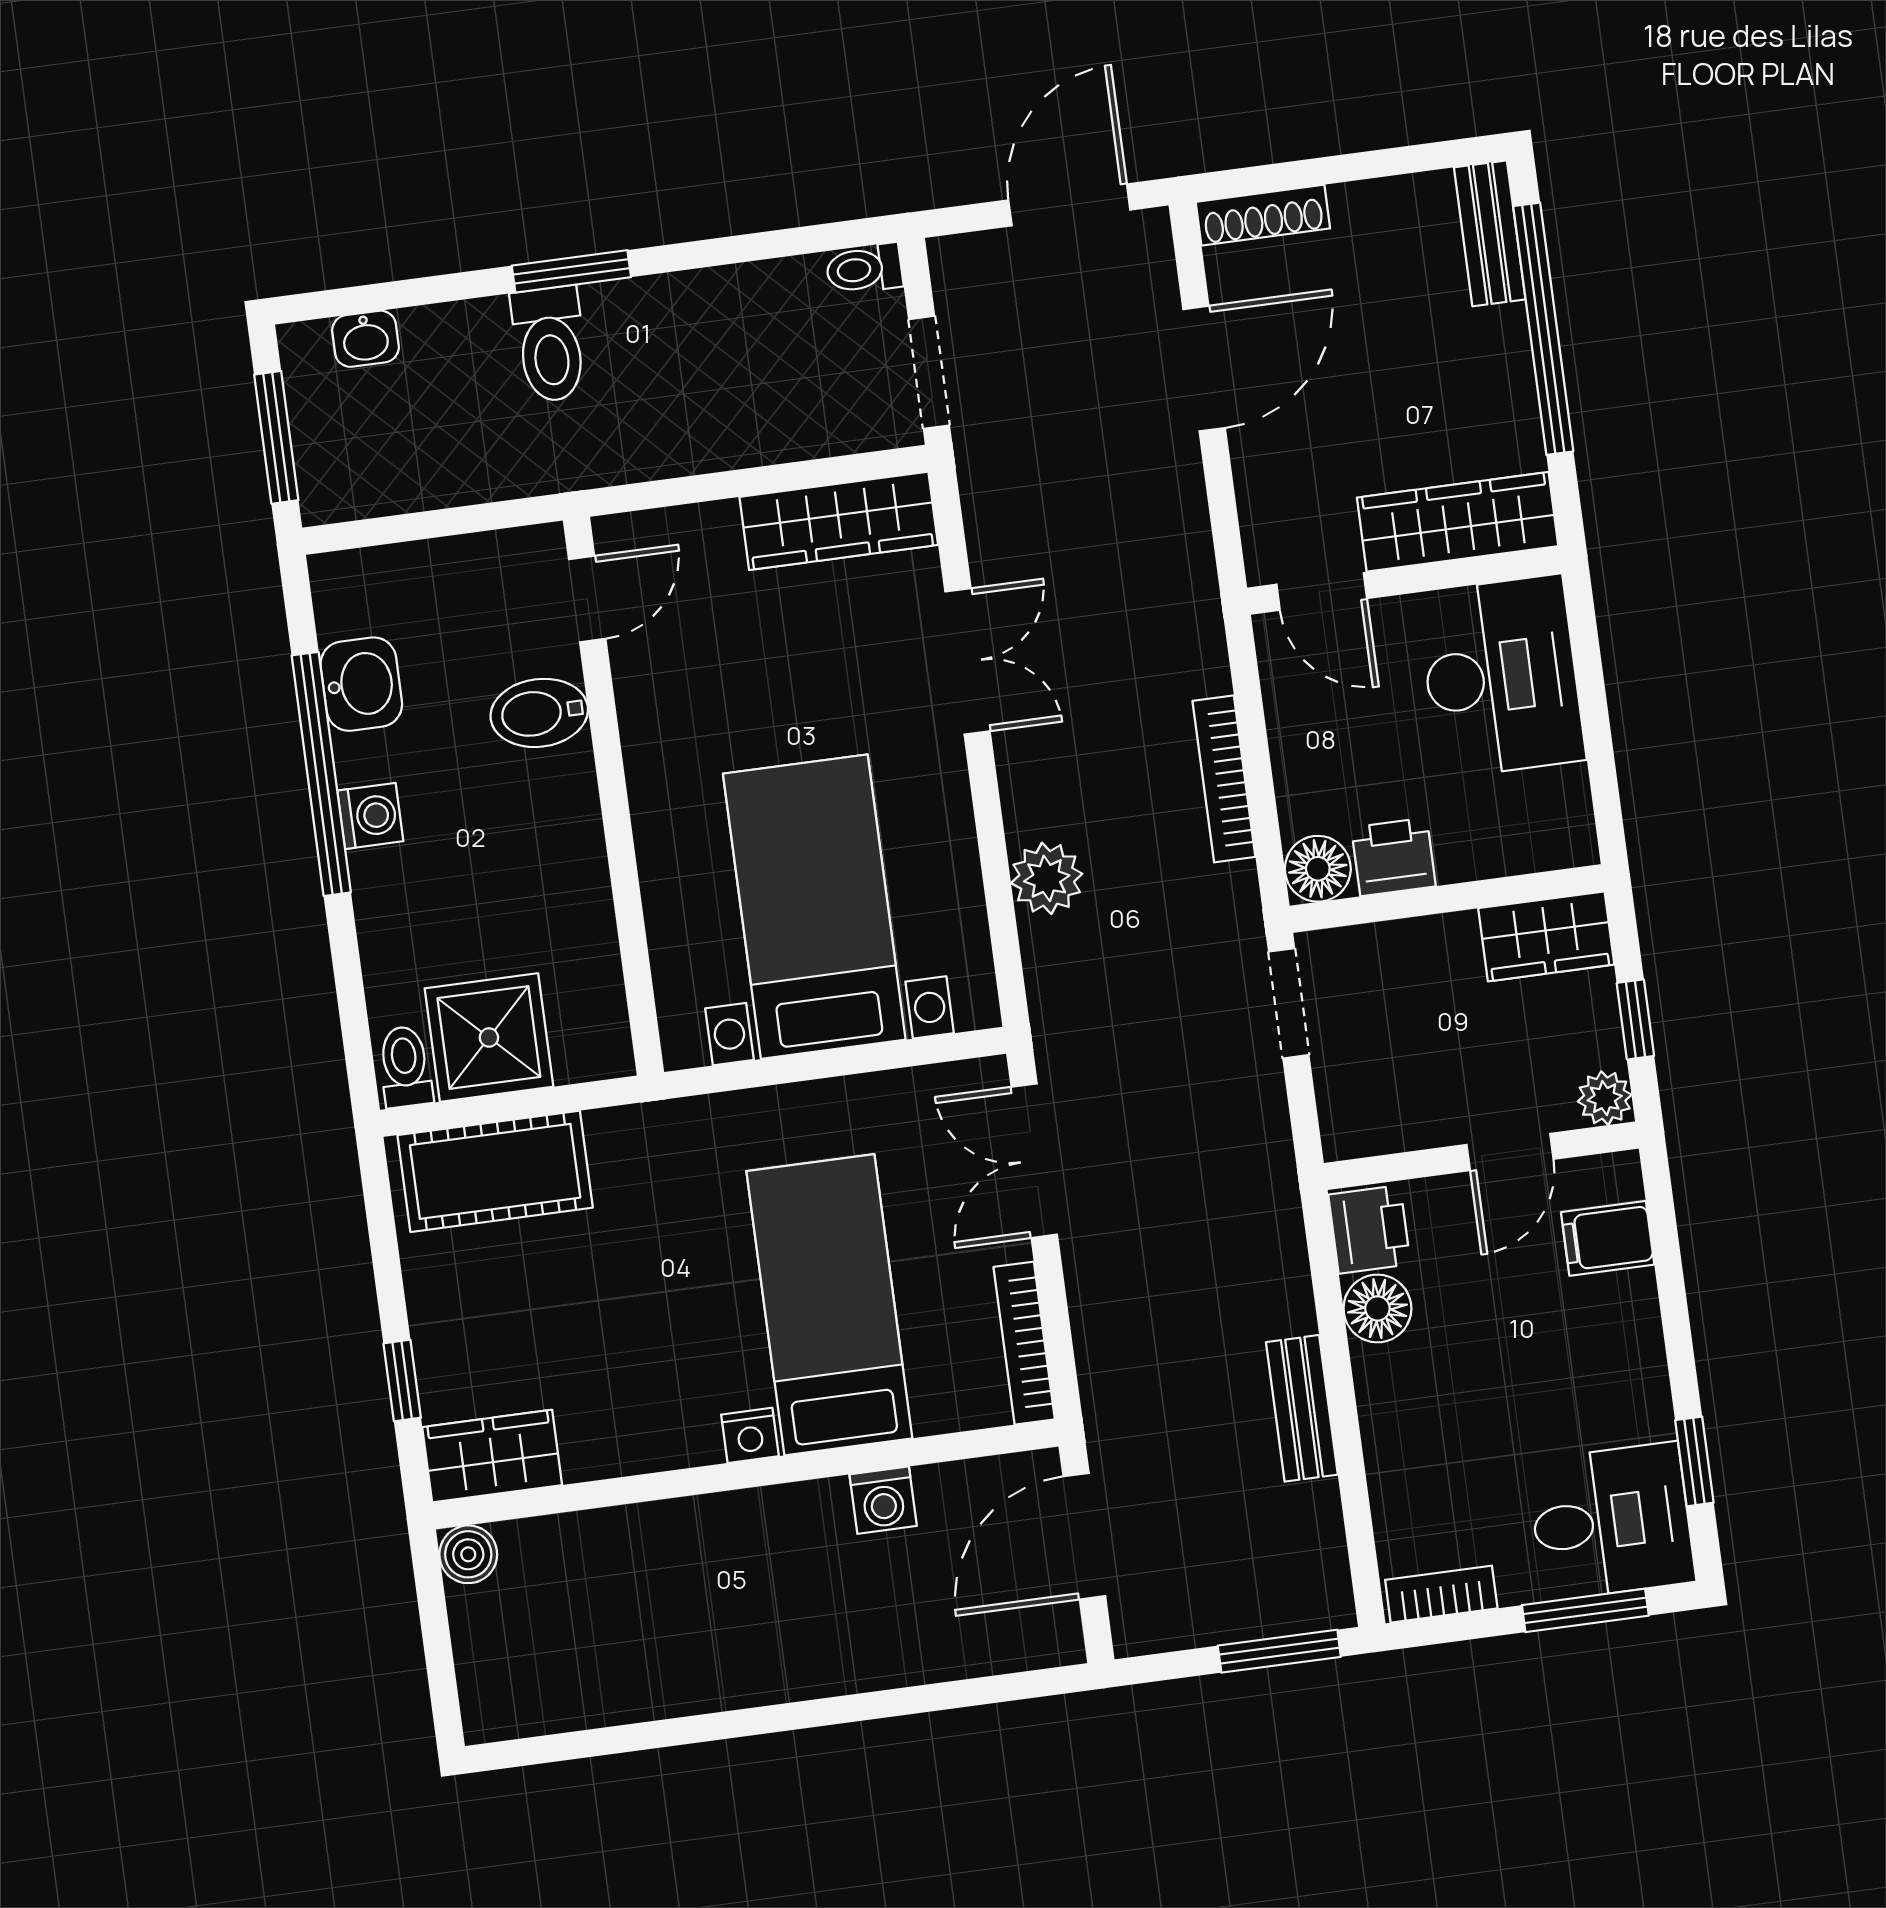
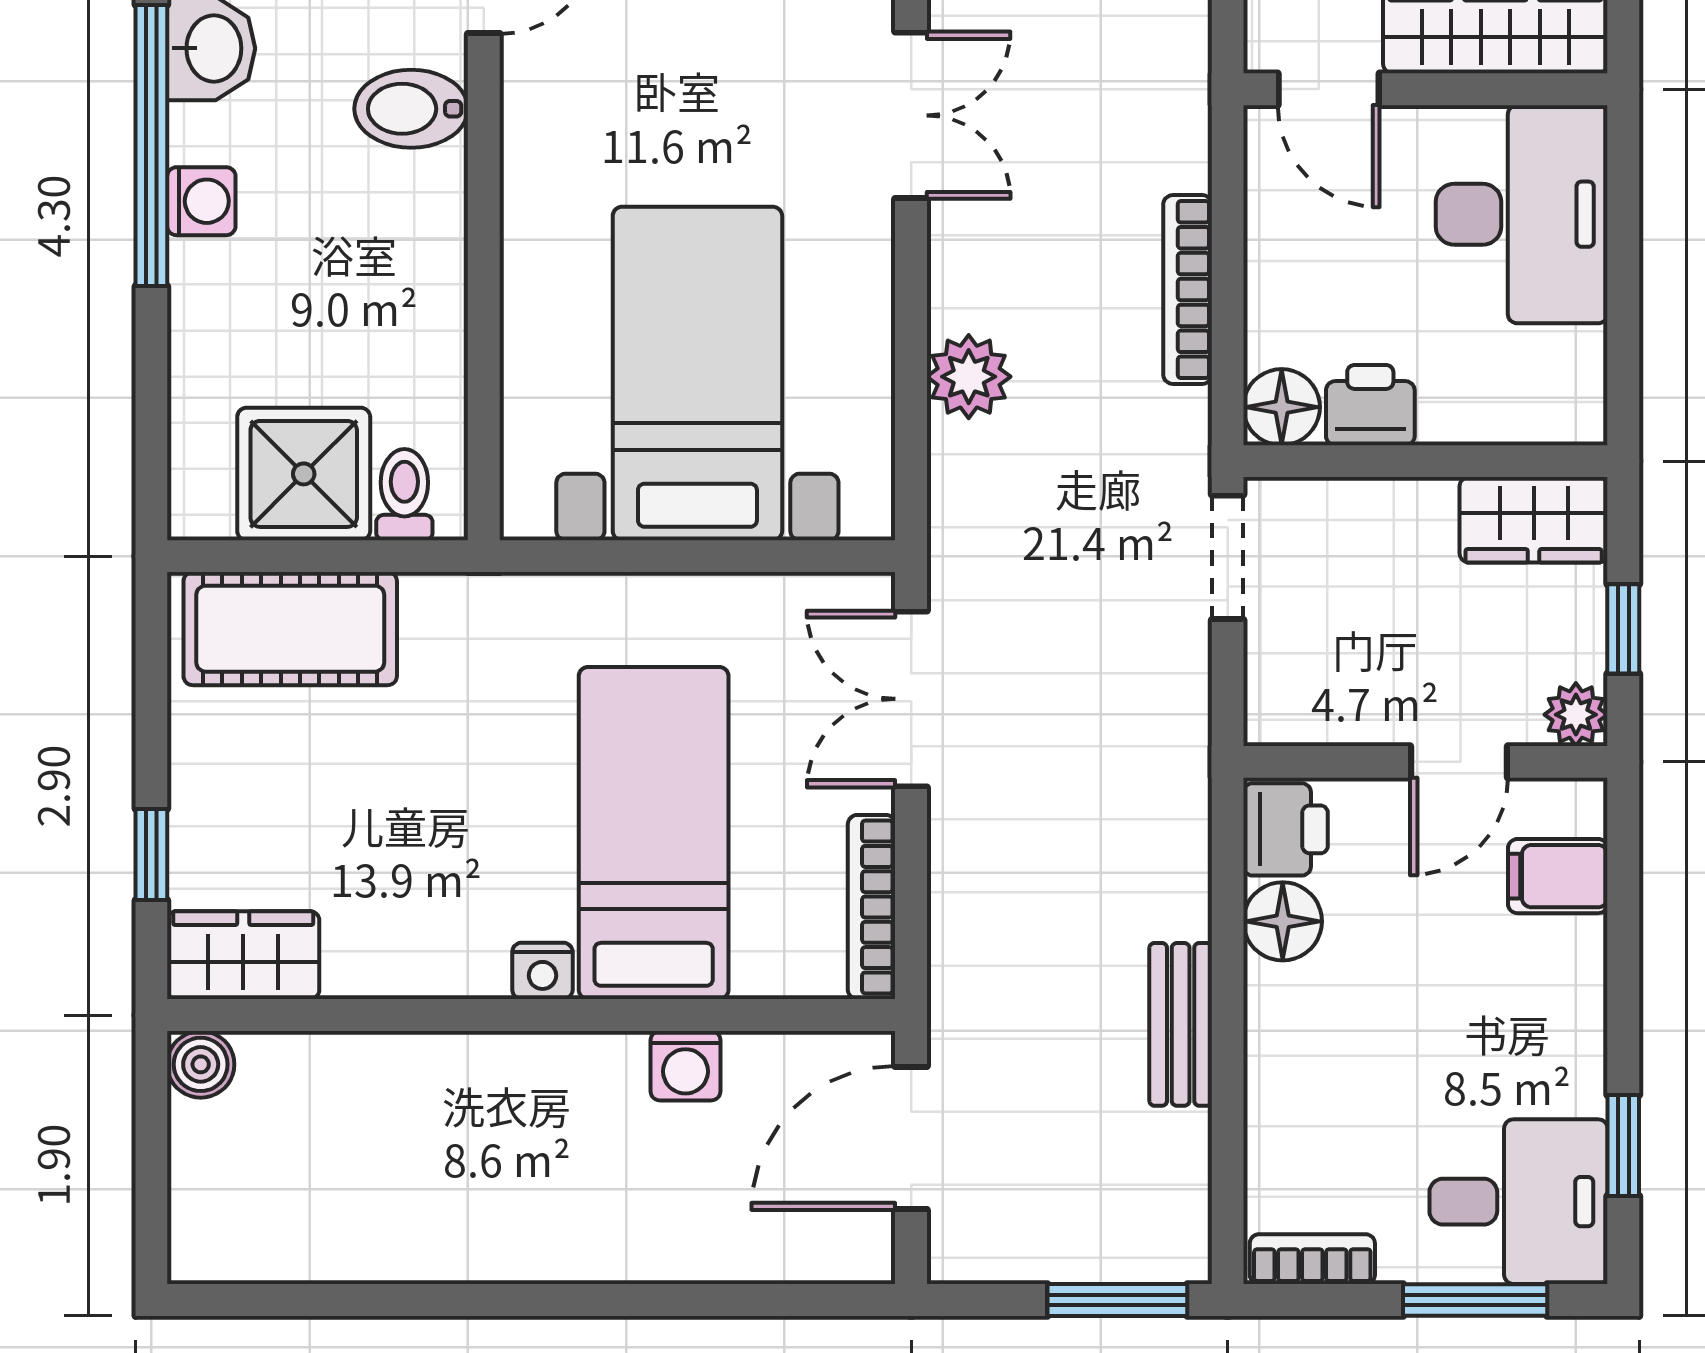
toilet: (405, 1067) -> (404, 495), moved

